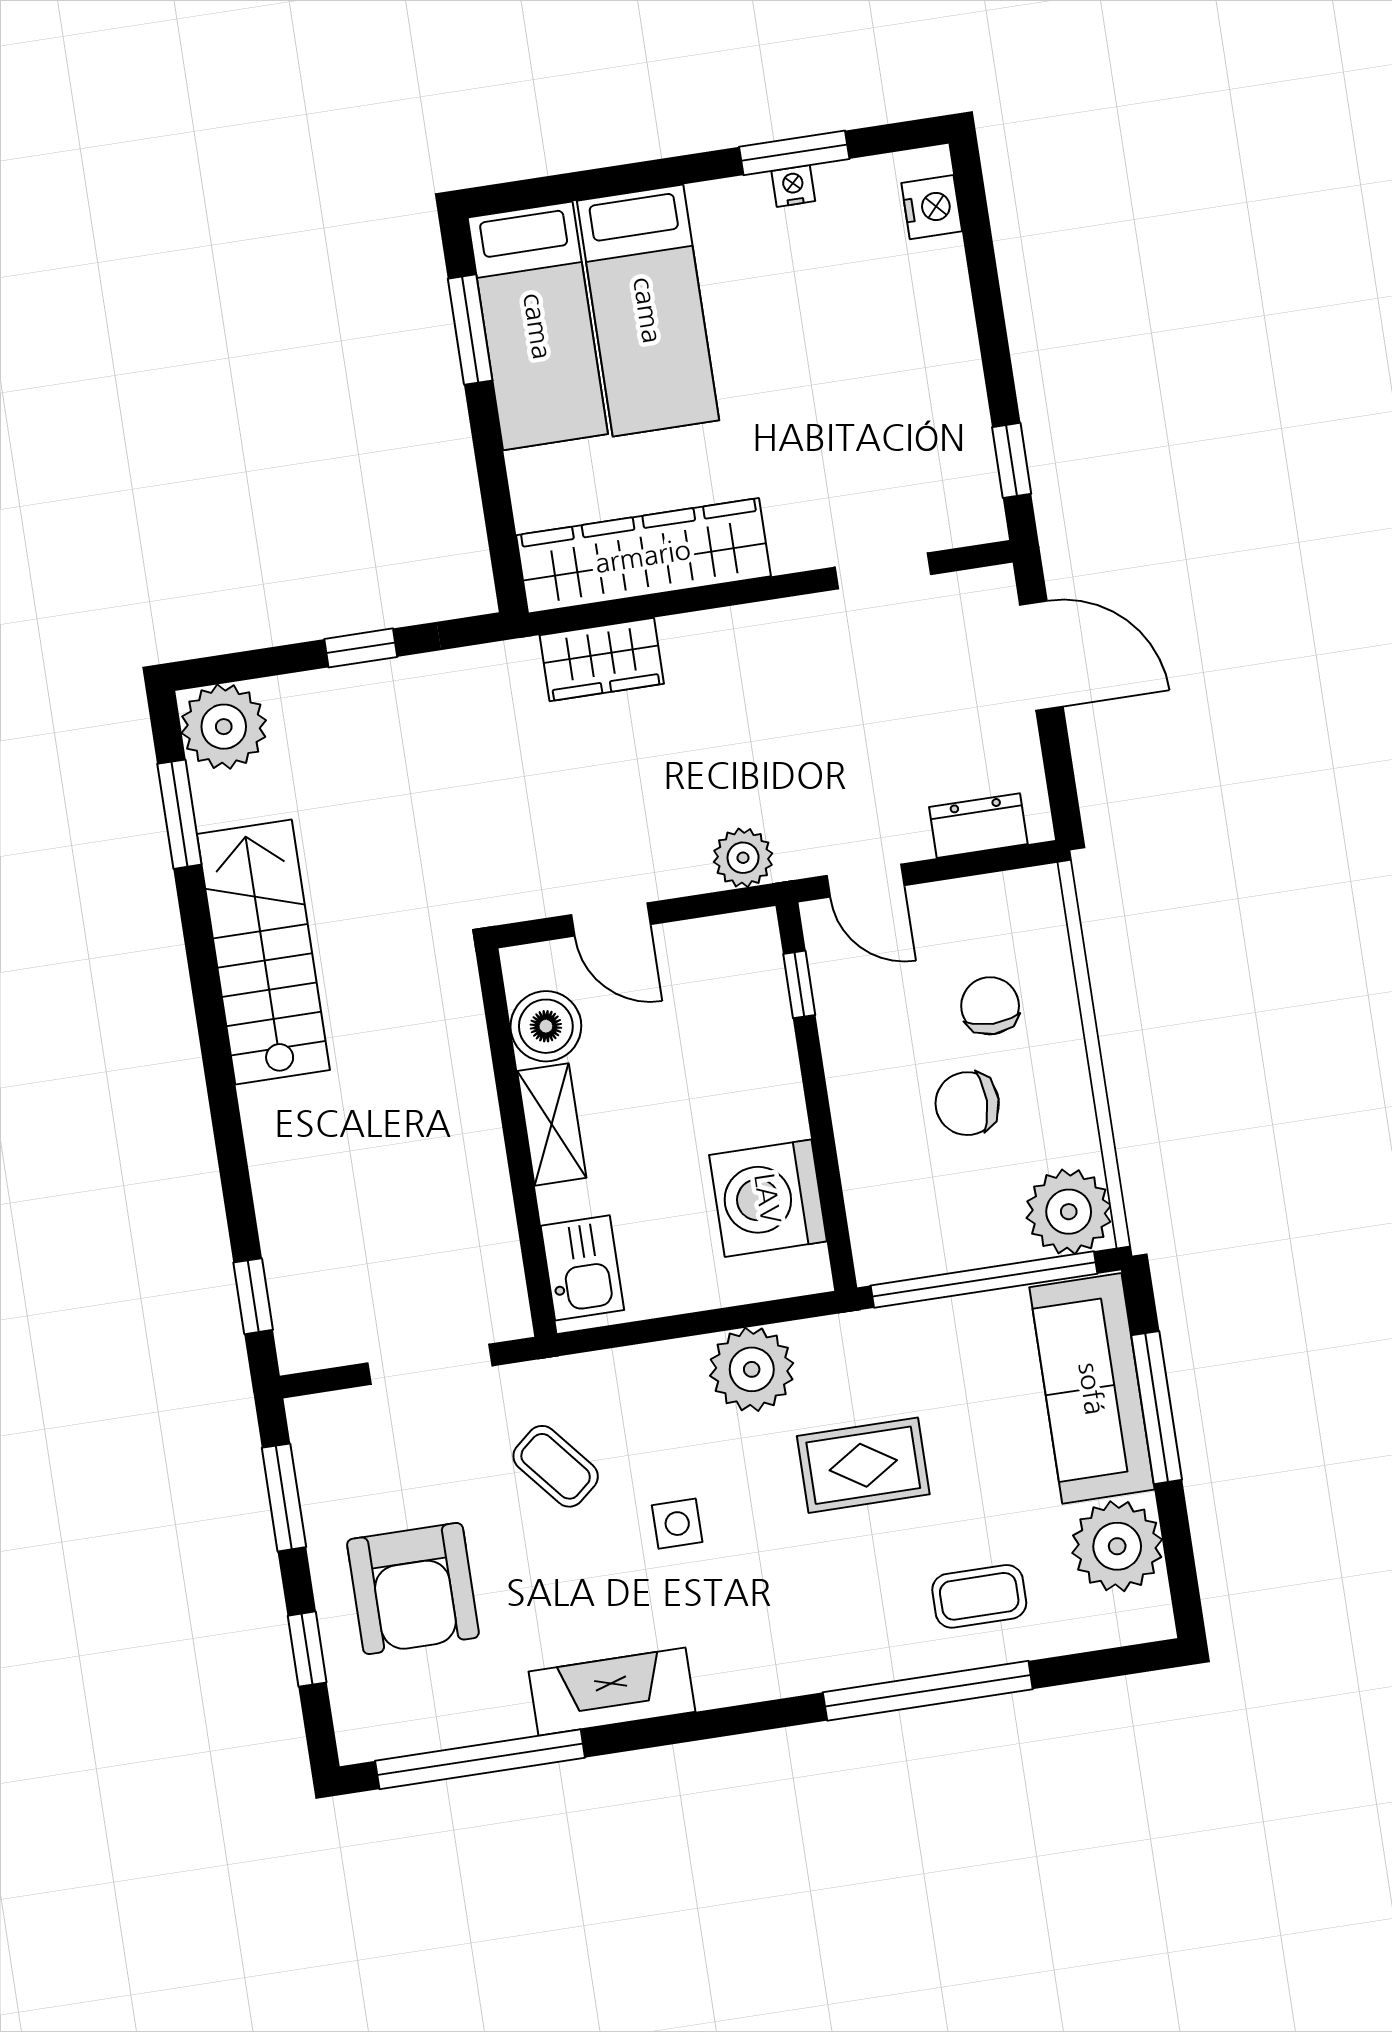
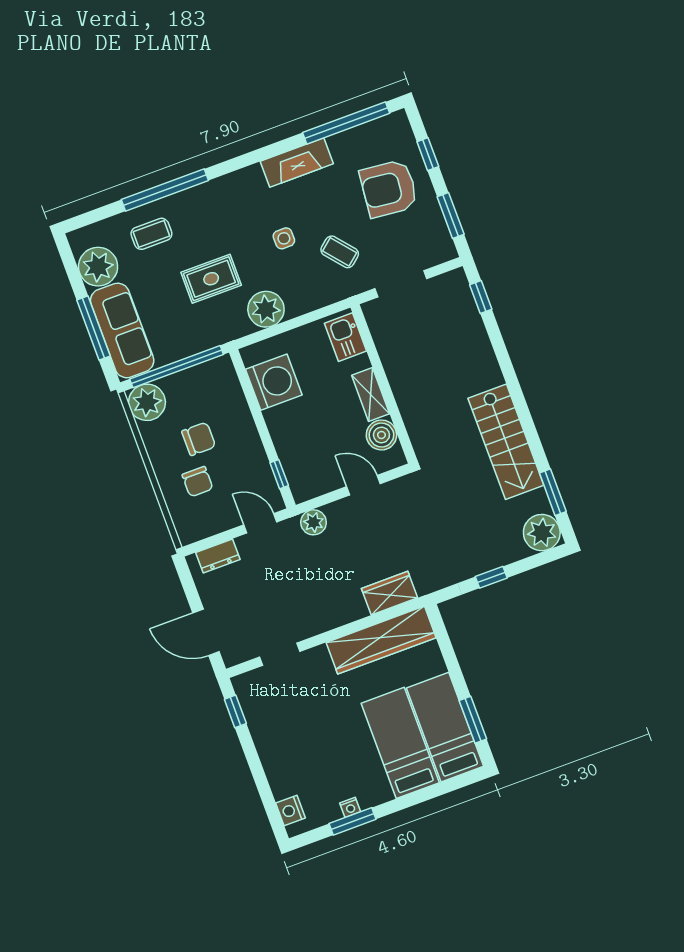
armchair: (413, 1589) -> (389, 189), turned -84

